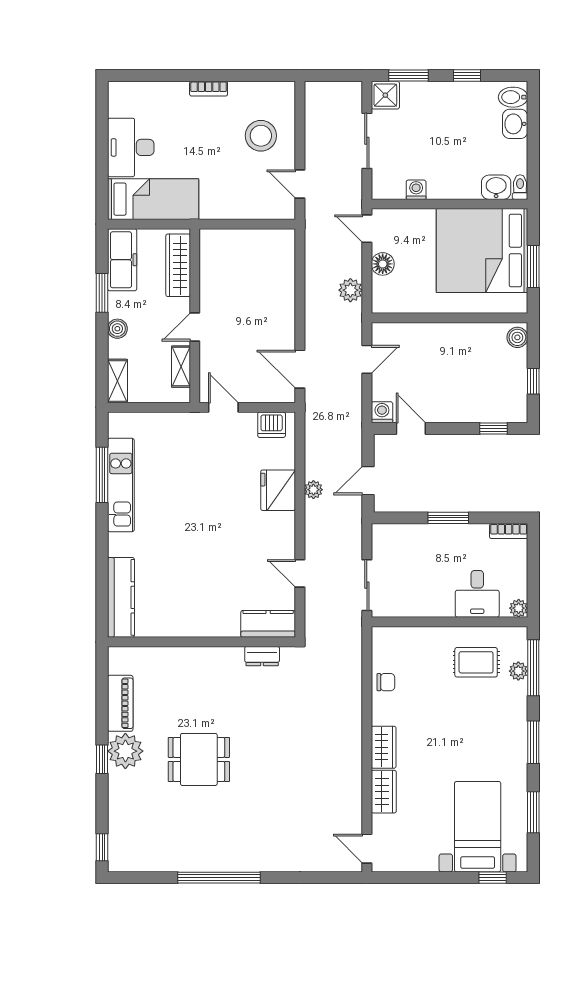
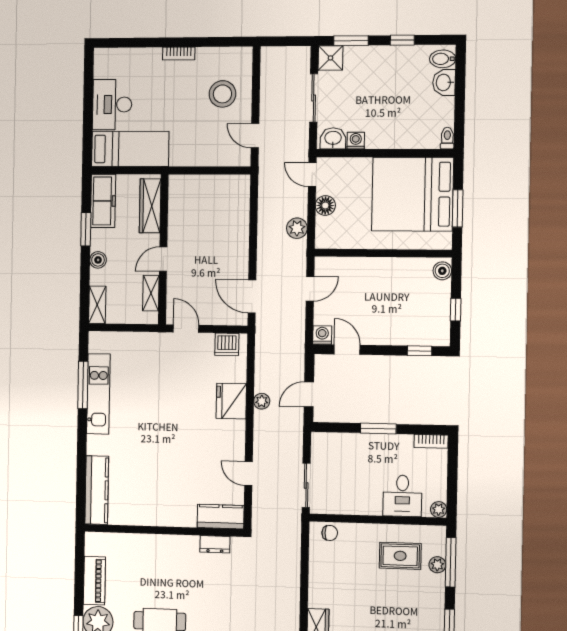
washbasin: (496, 187) -> (333, 138), moved
chair: (386, 682) -> (330, 533), moved

